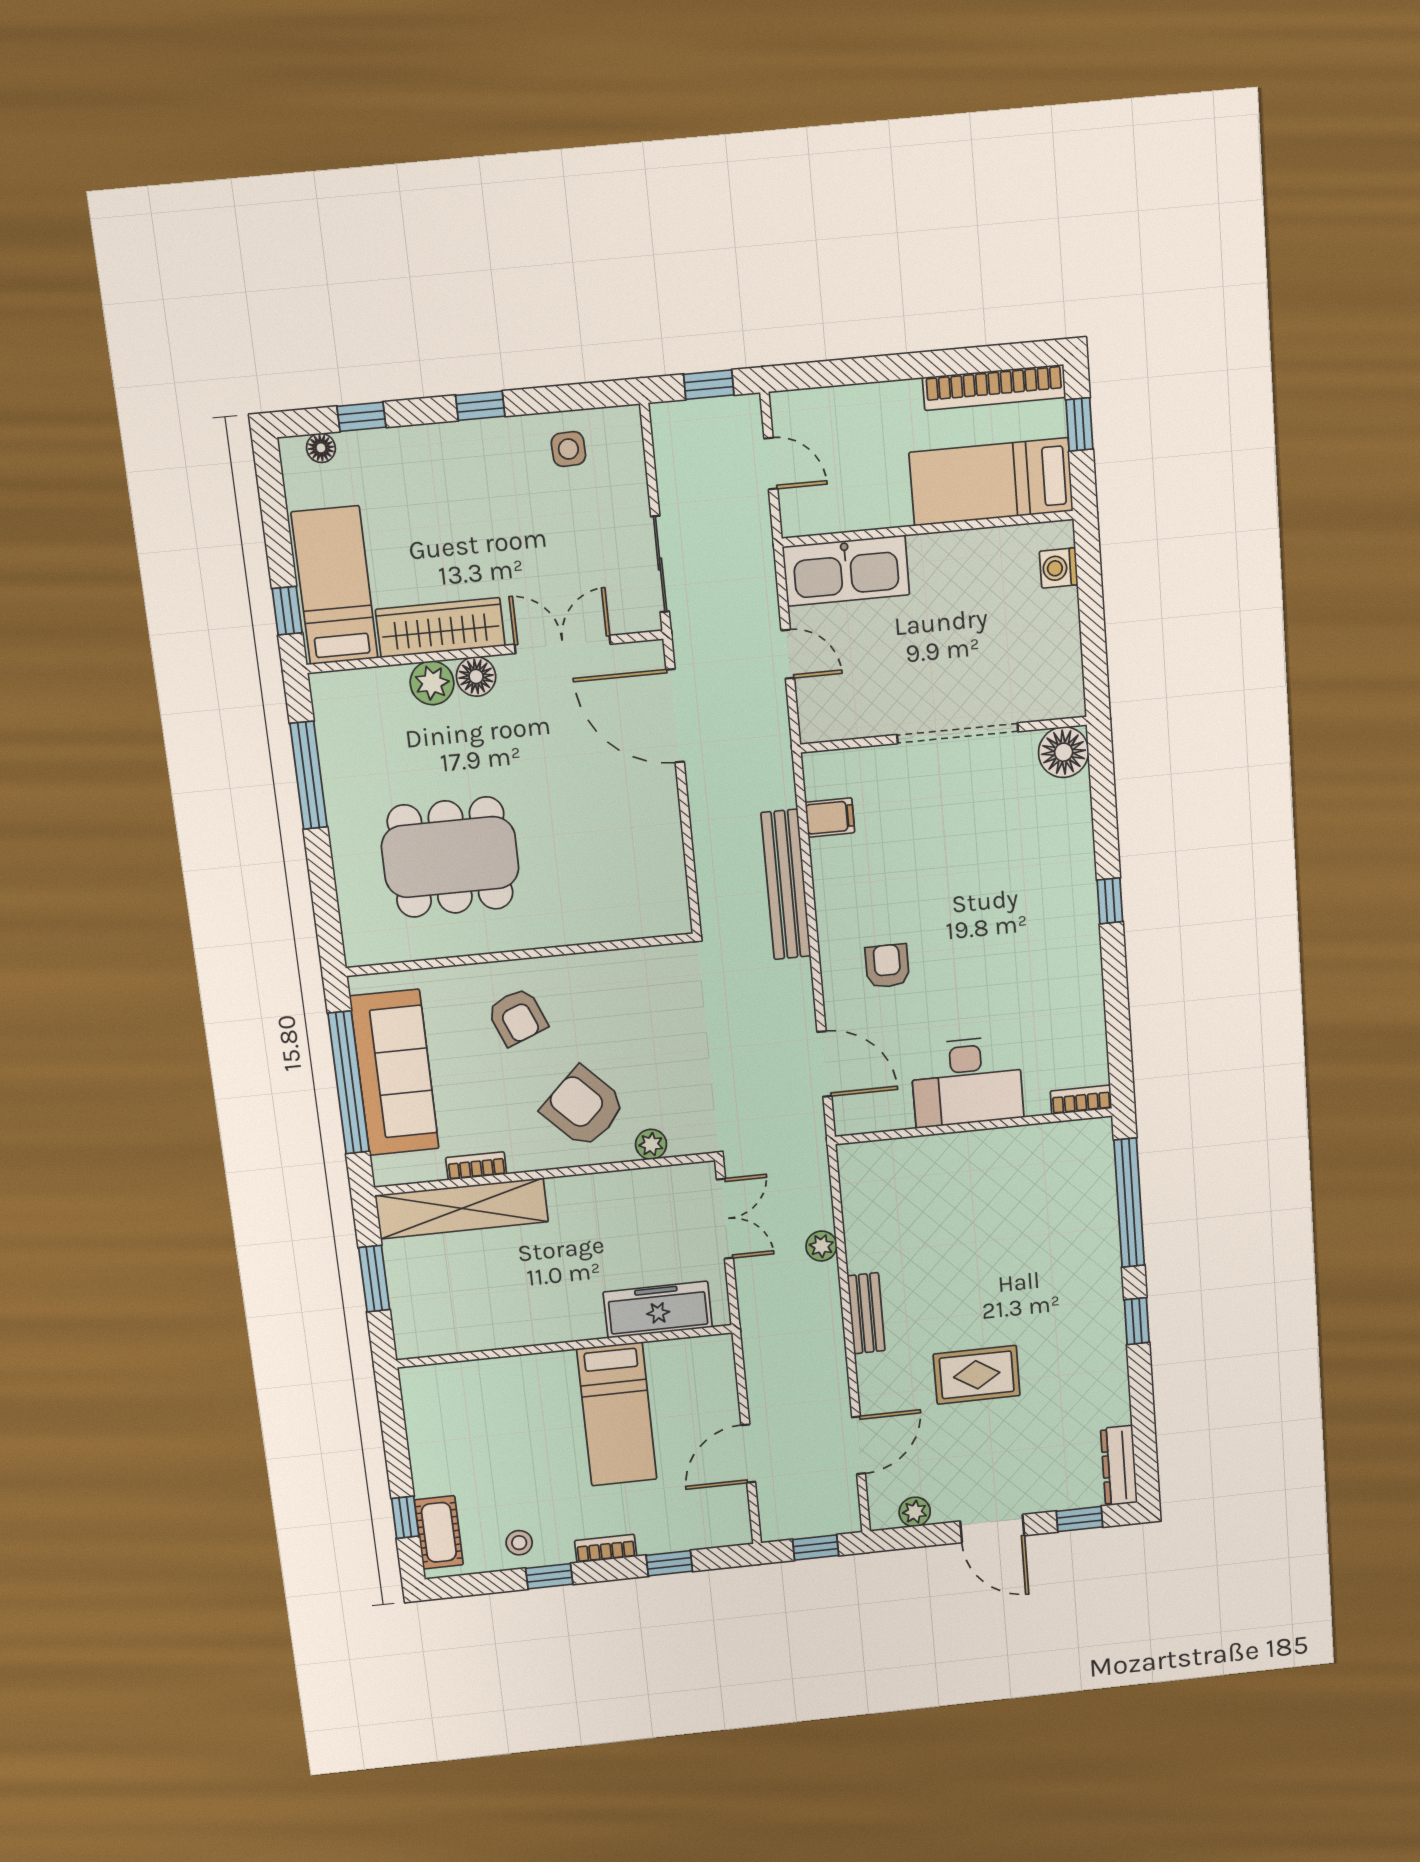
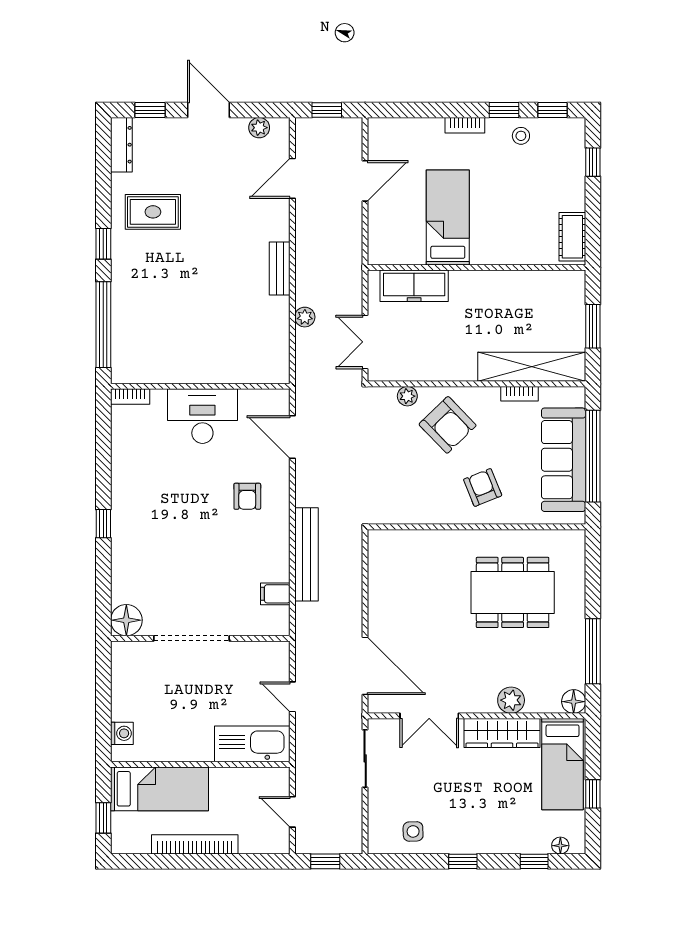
bookcase: (994, 387) -> (195, 844), moved
window: (287, 611) -> (593, 794), moved
floor lamp: (476, 676) -> (574, 702), moved
rug: (977, 1375) -> (153, 212), moved
cot: (439, 1532) -> (572, 237), moved
window: (669, 1563) -> (553, 110), moved

